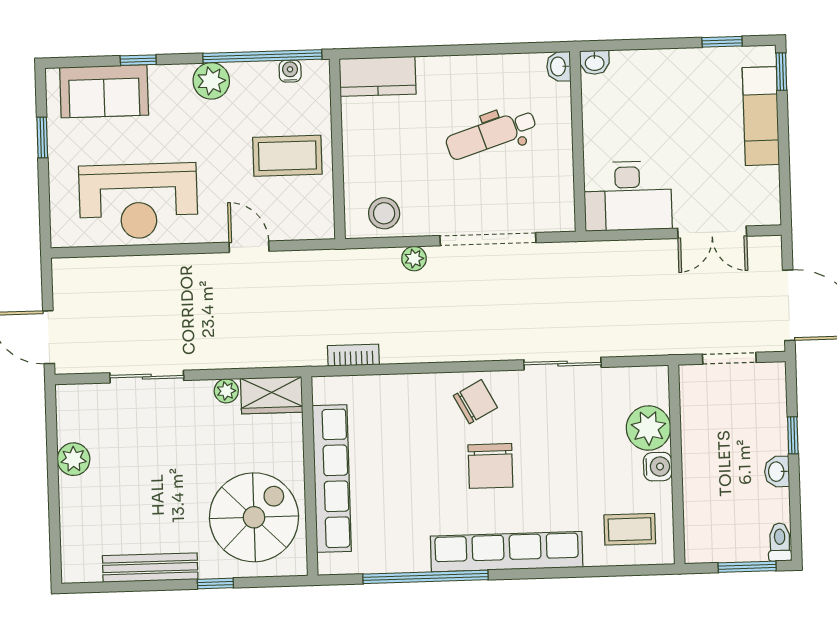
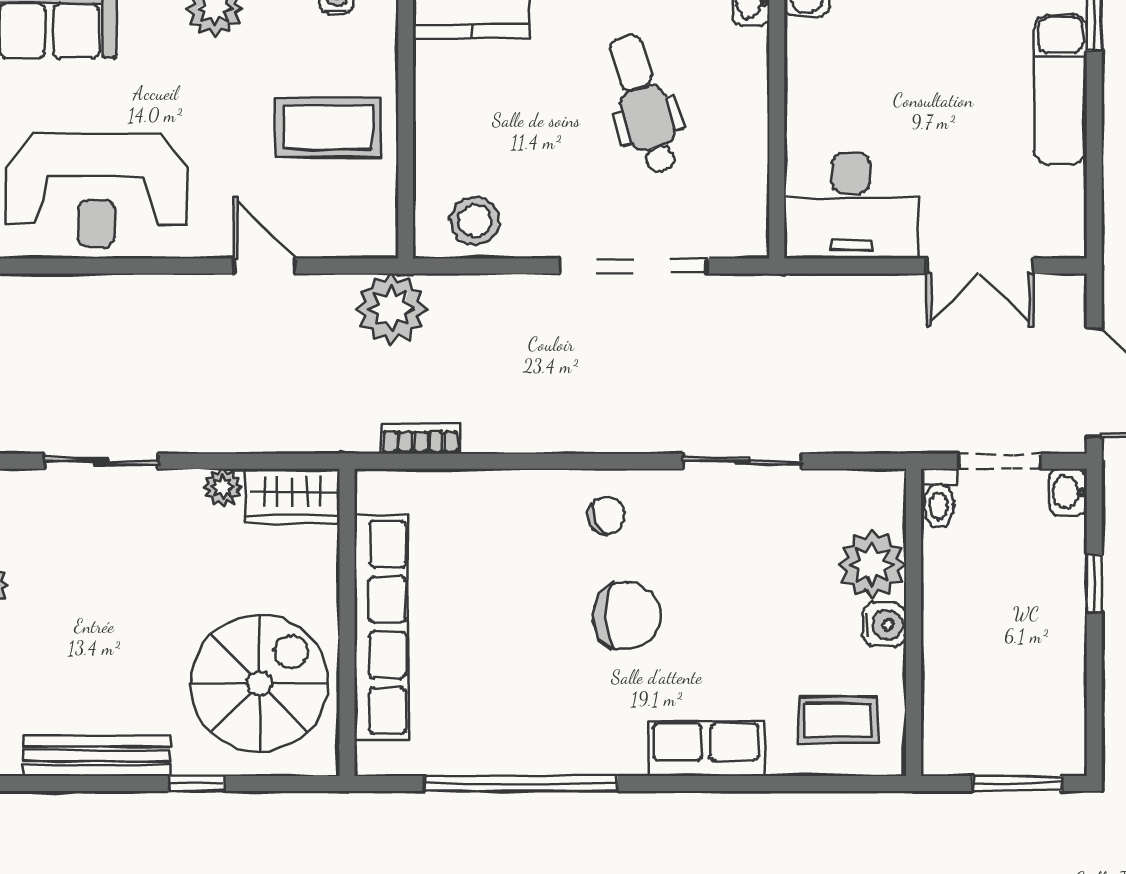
dental chair: (491, 134) -> (643, 104), turned 91
plant: (414, 259) -> (391, 309), moved, width x1.88, depth x1.88
chair: (475, 402) -> (606, 516), width x0.73, depth x0.73
chair: (490, 466) -> (626, 616), turned -90
washbasin: (777, 472) -> (1068, 492), moved
toilet: (780, 542) -> (939, 498), moved, turned 180
row of seats: (507, 552) -> (706, 749), width x0.50

